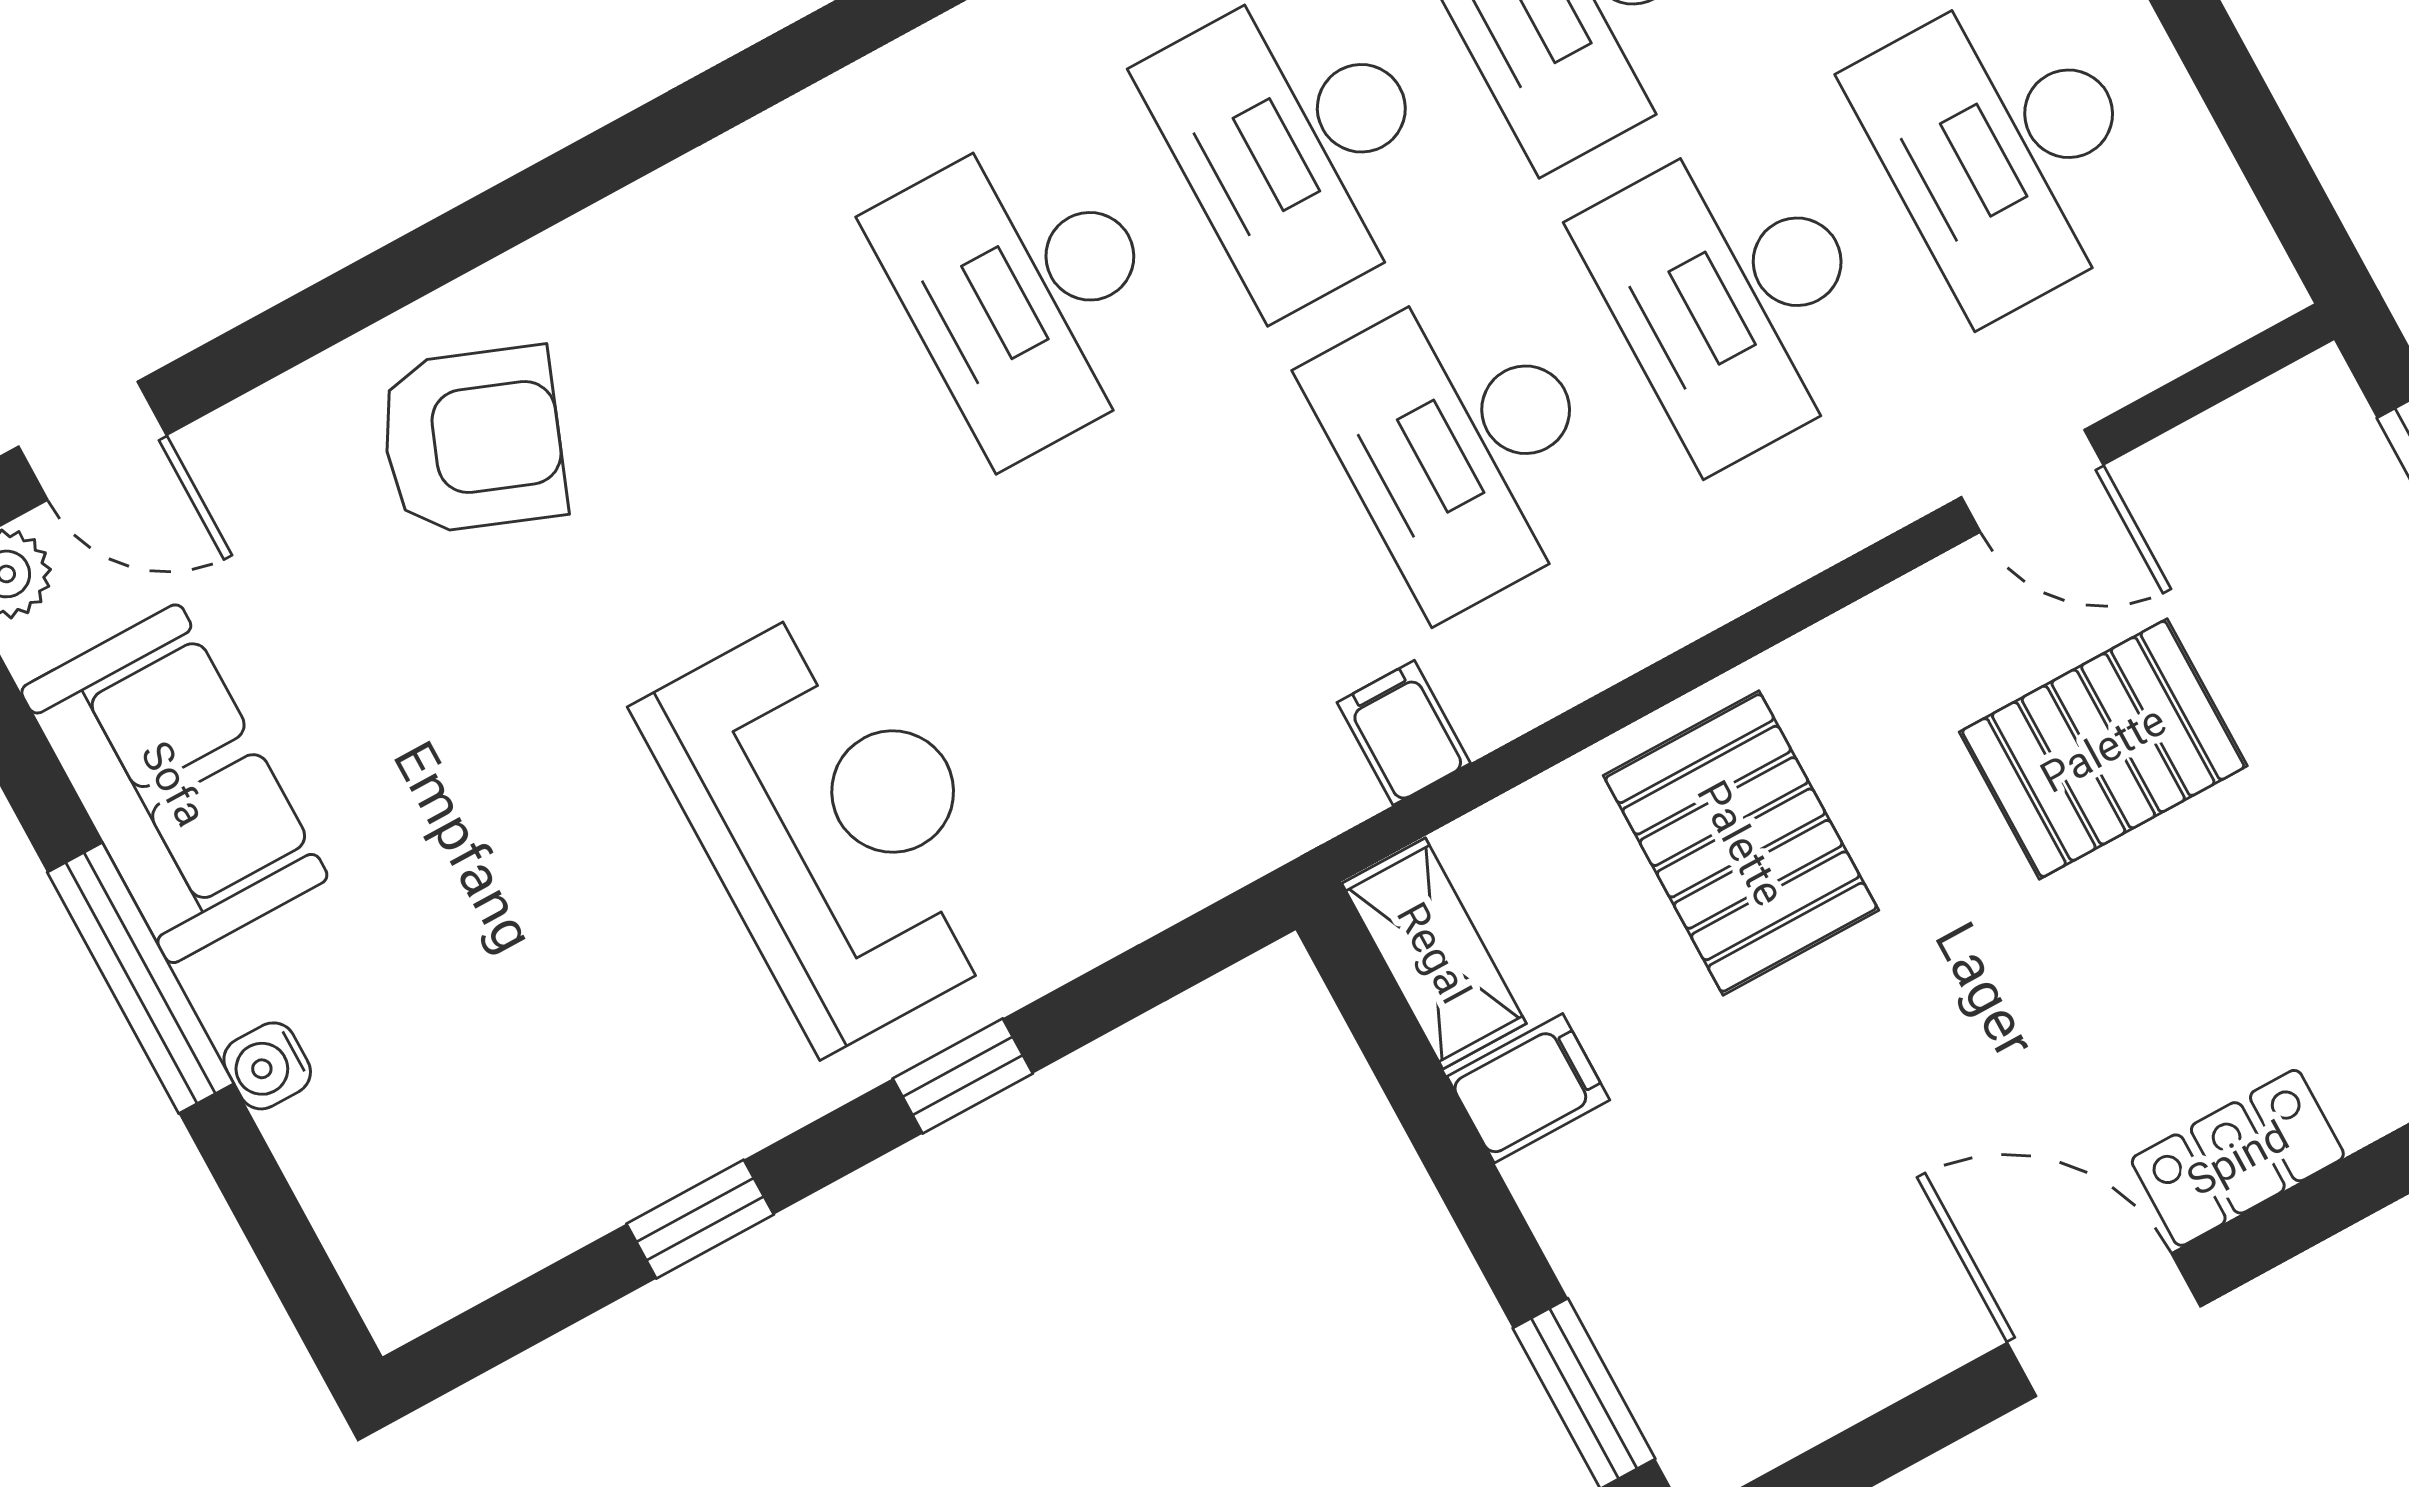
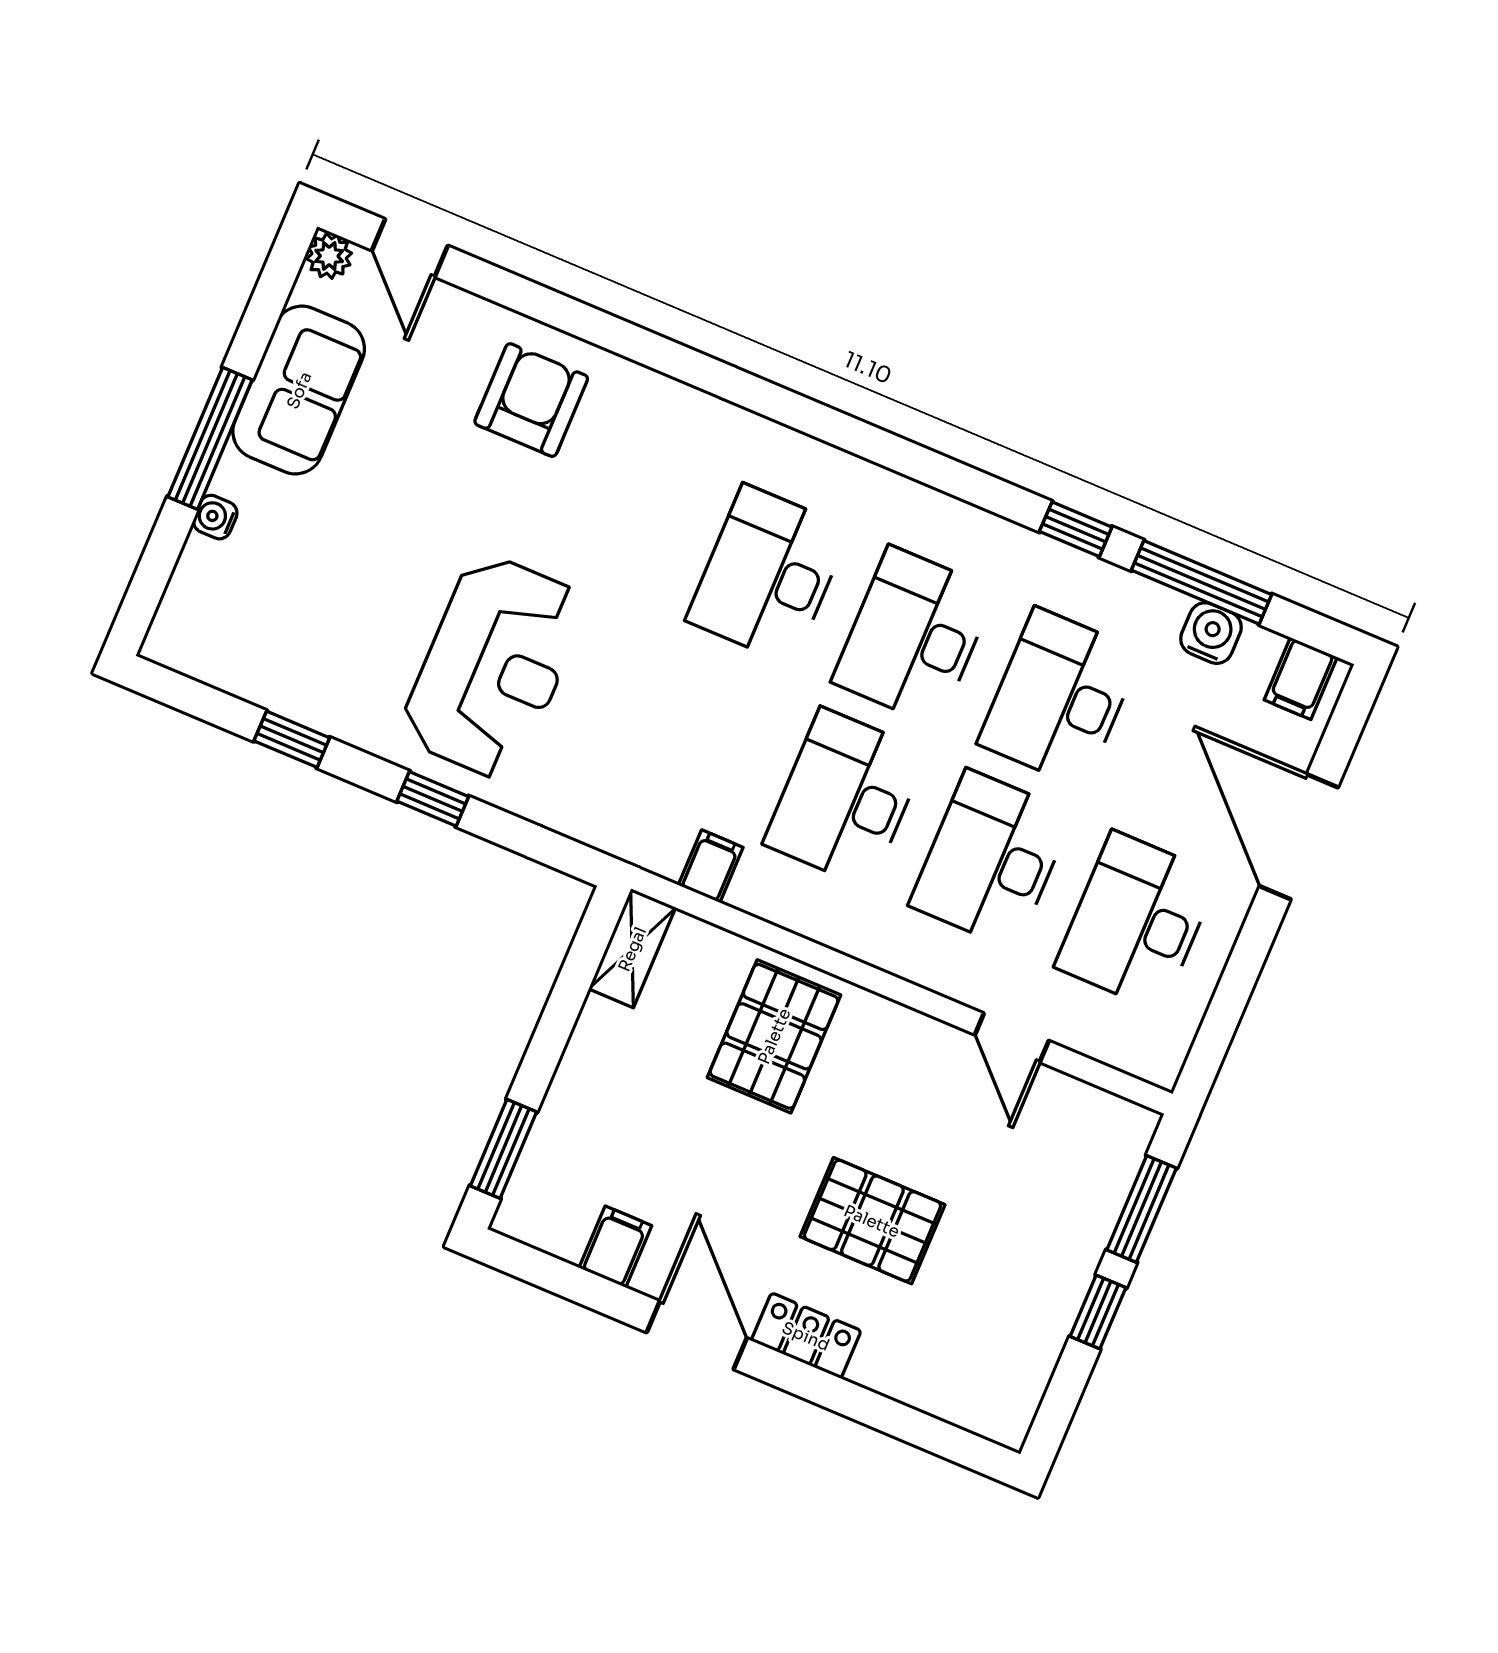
armchair: (473, 440) -> (531, 400), turned -111
pallet: (2103, 749) -> (872, 1221), moved
filing cabinet: (1528, 1088) -> (615, 1247), moved, turned -90

